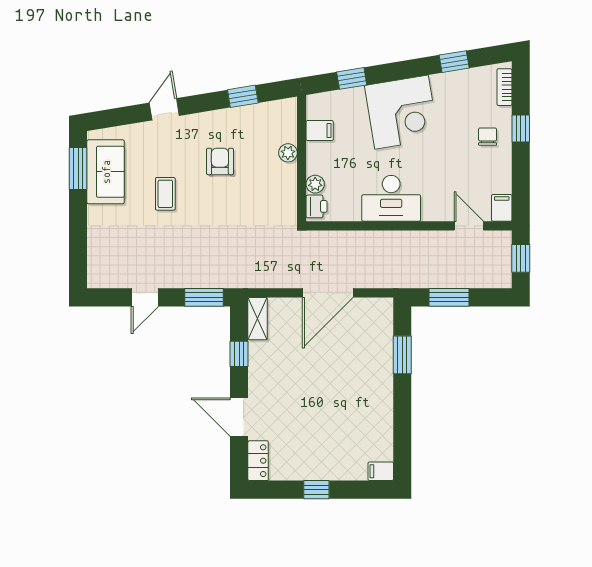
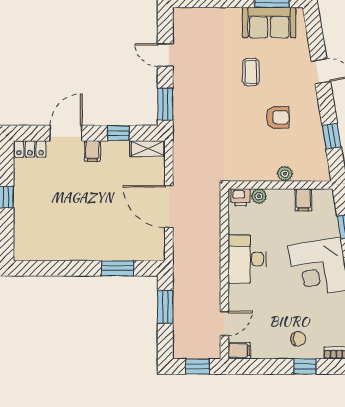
coffee table: (165, 194) -> (251, 72), turned 90
filing cabinet: (381, 471) -> (92, 151), moved, turned 180

